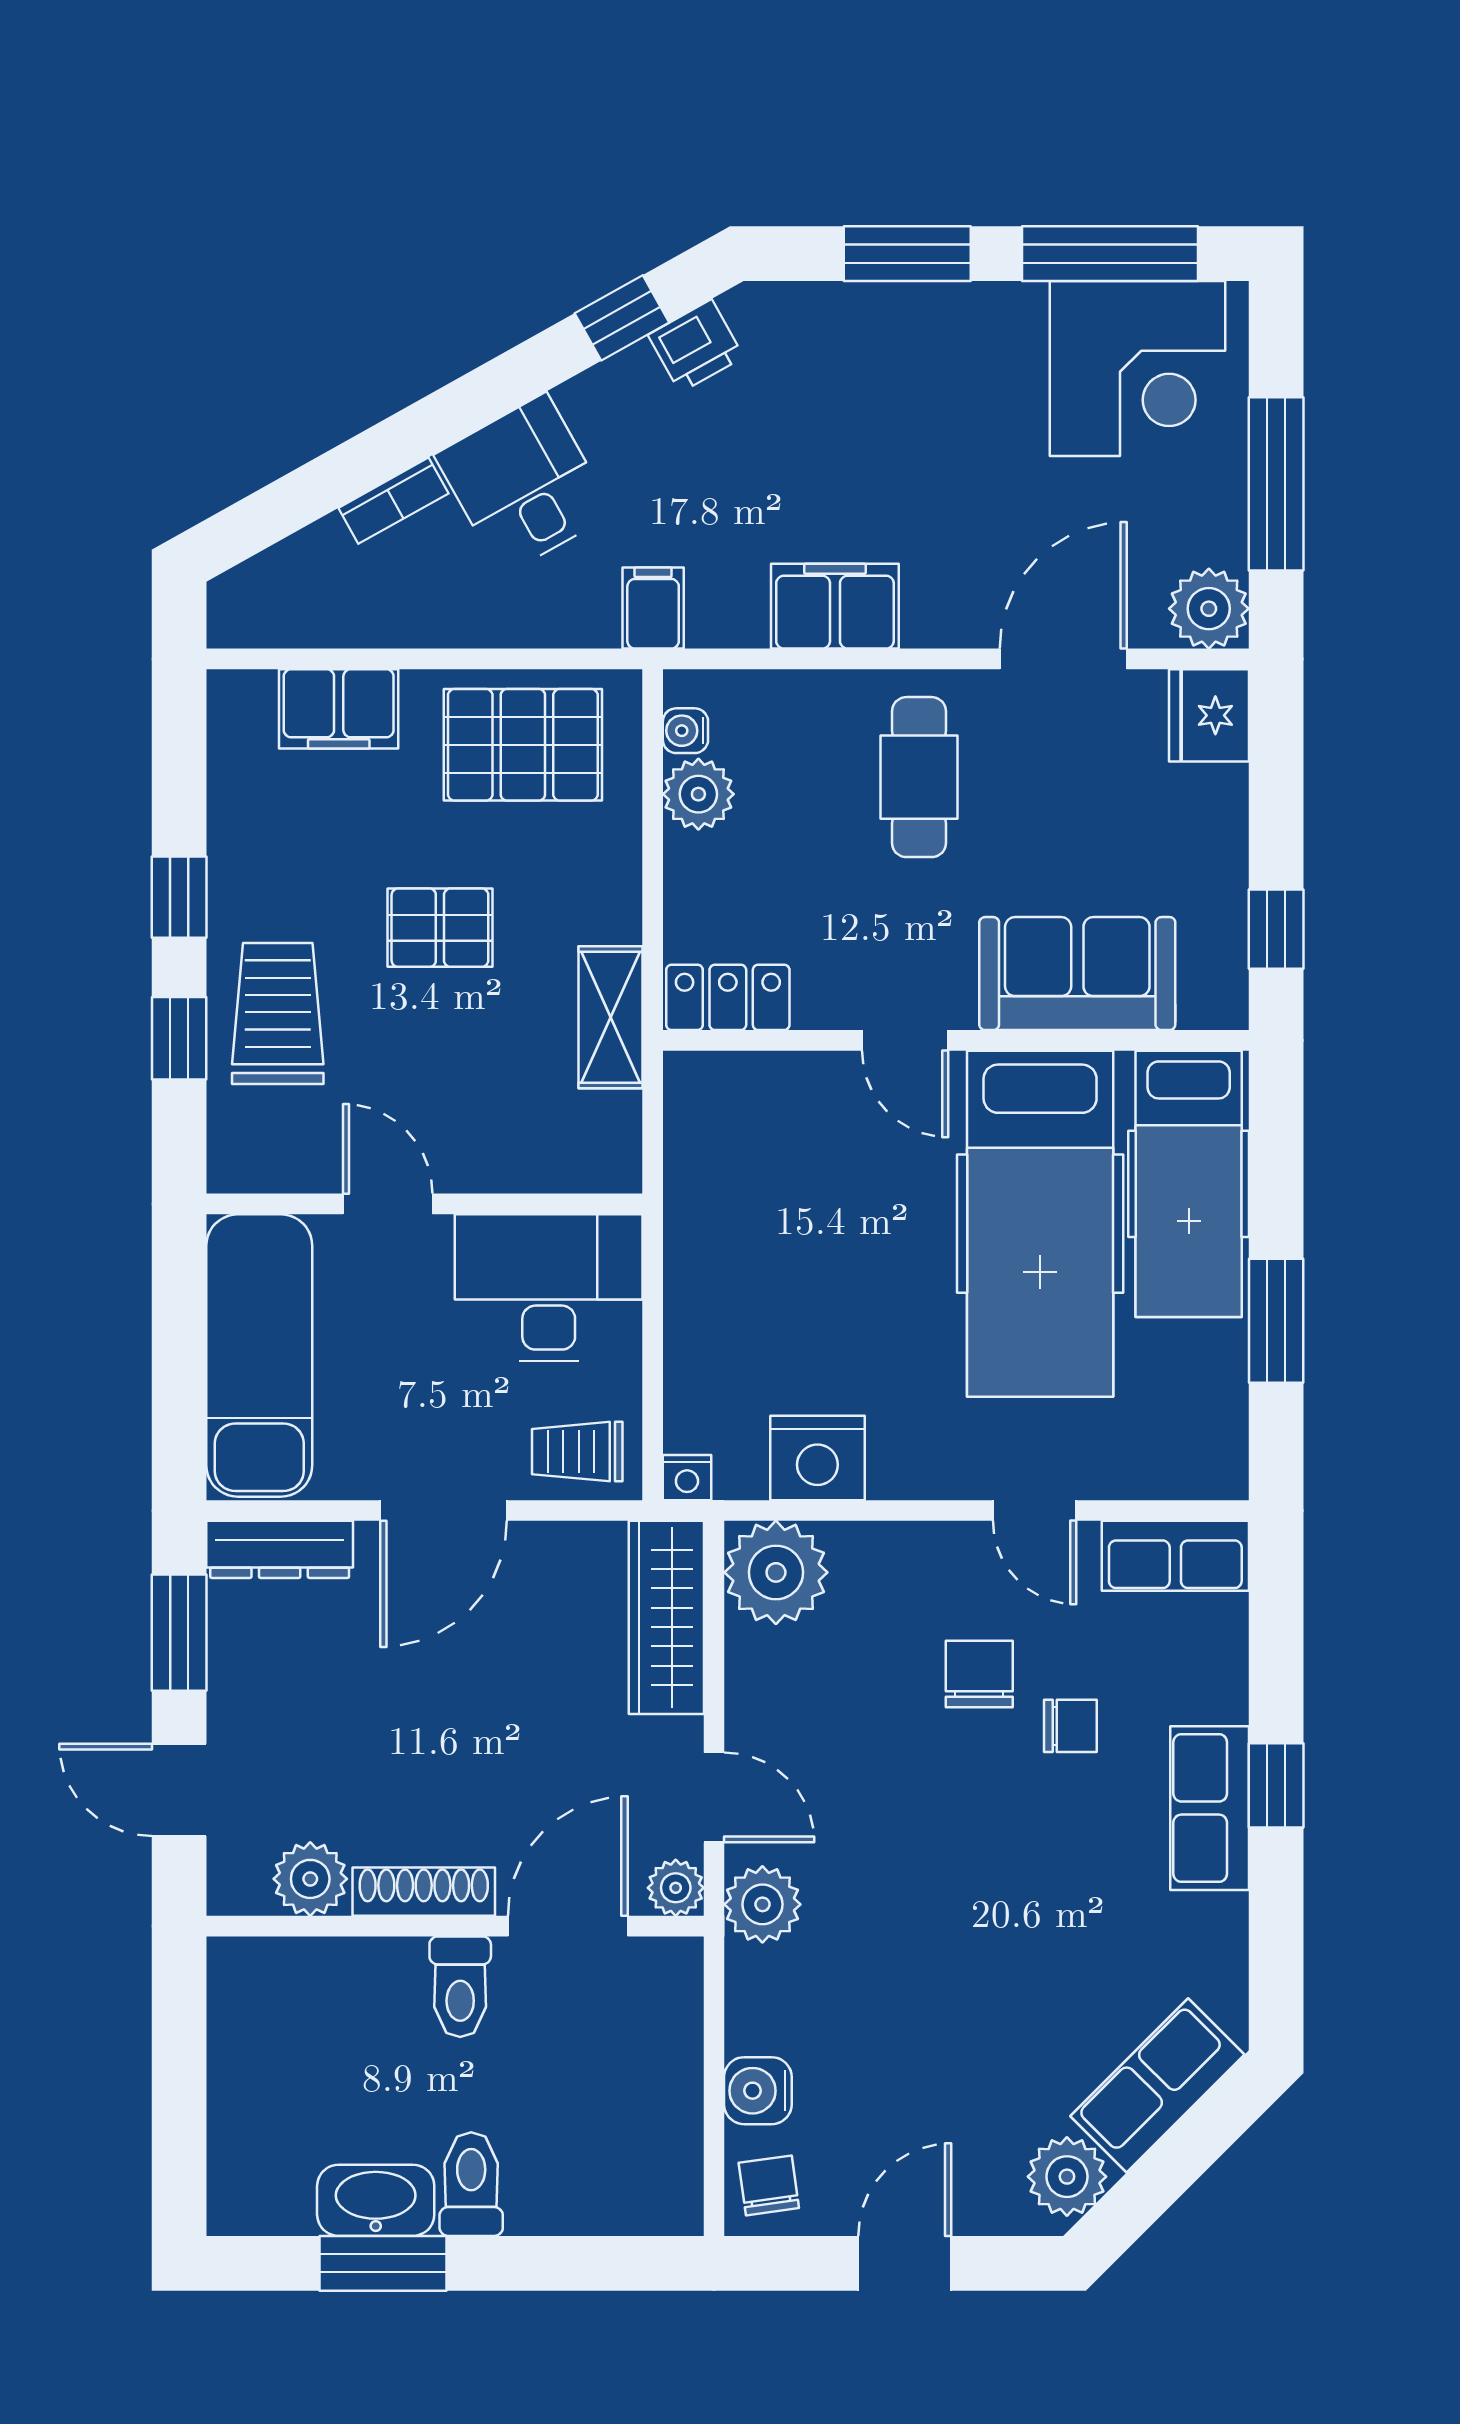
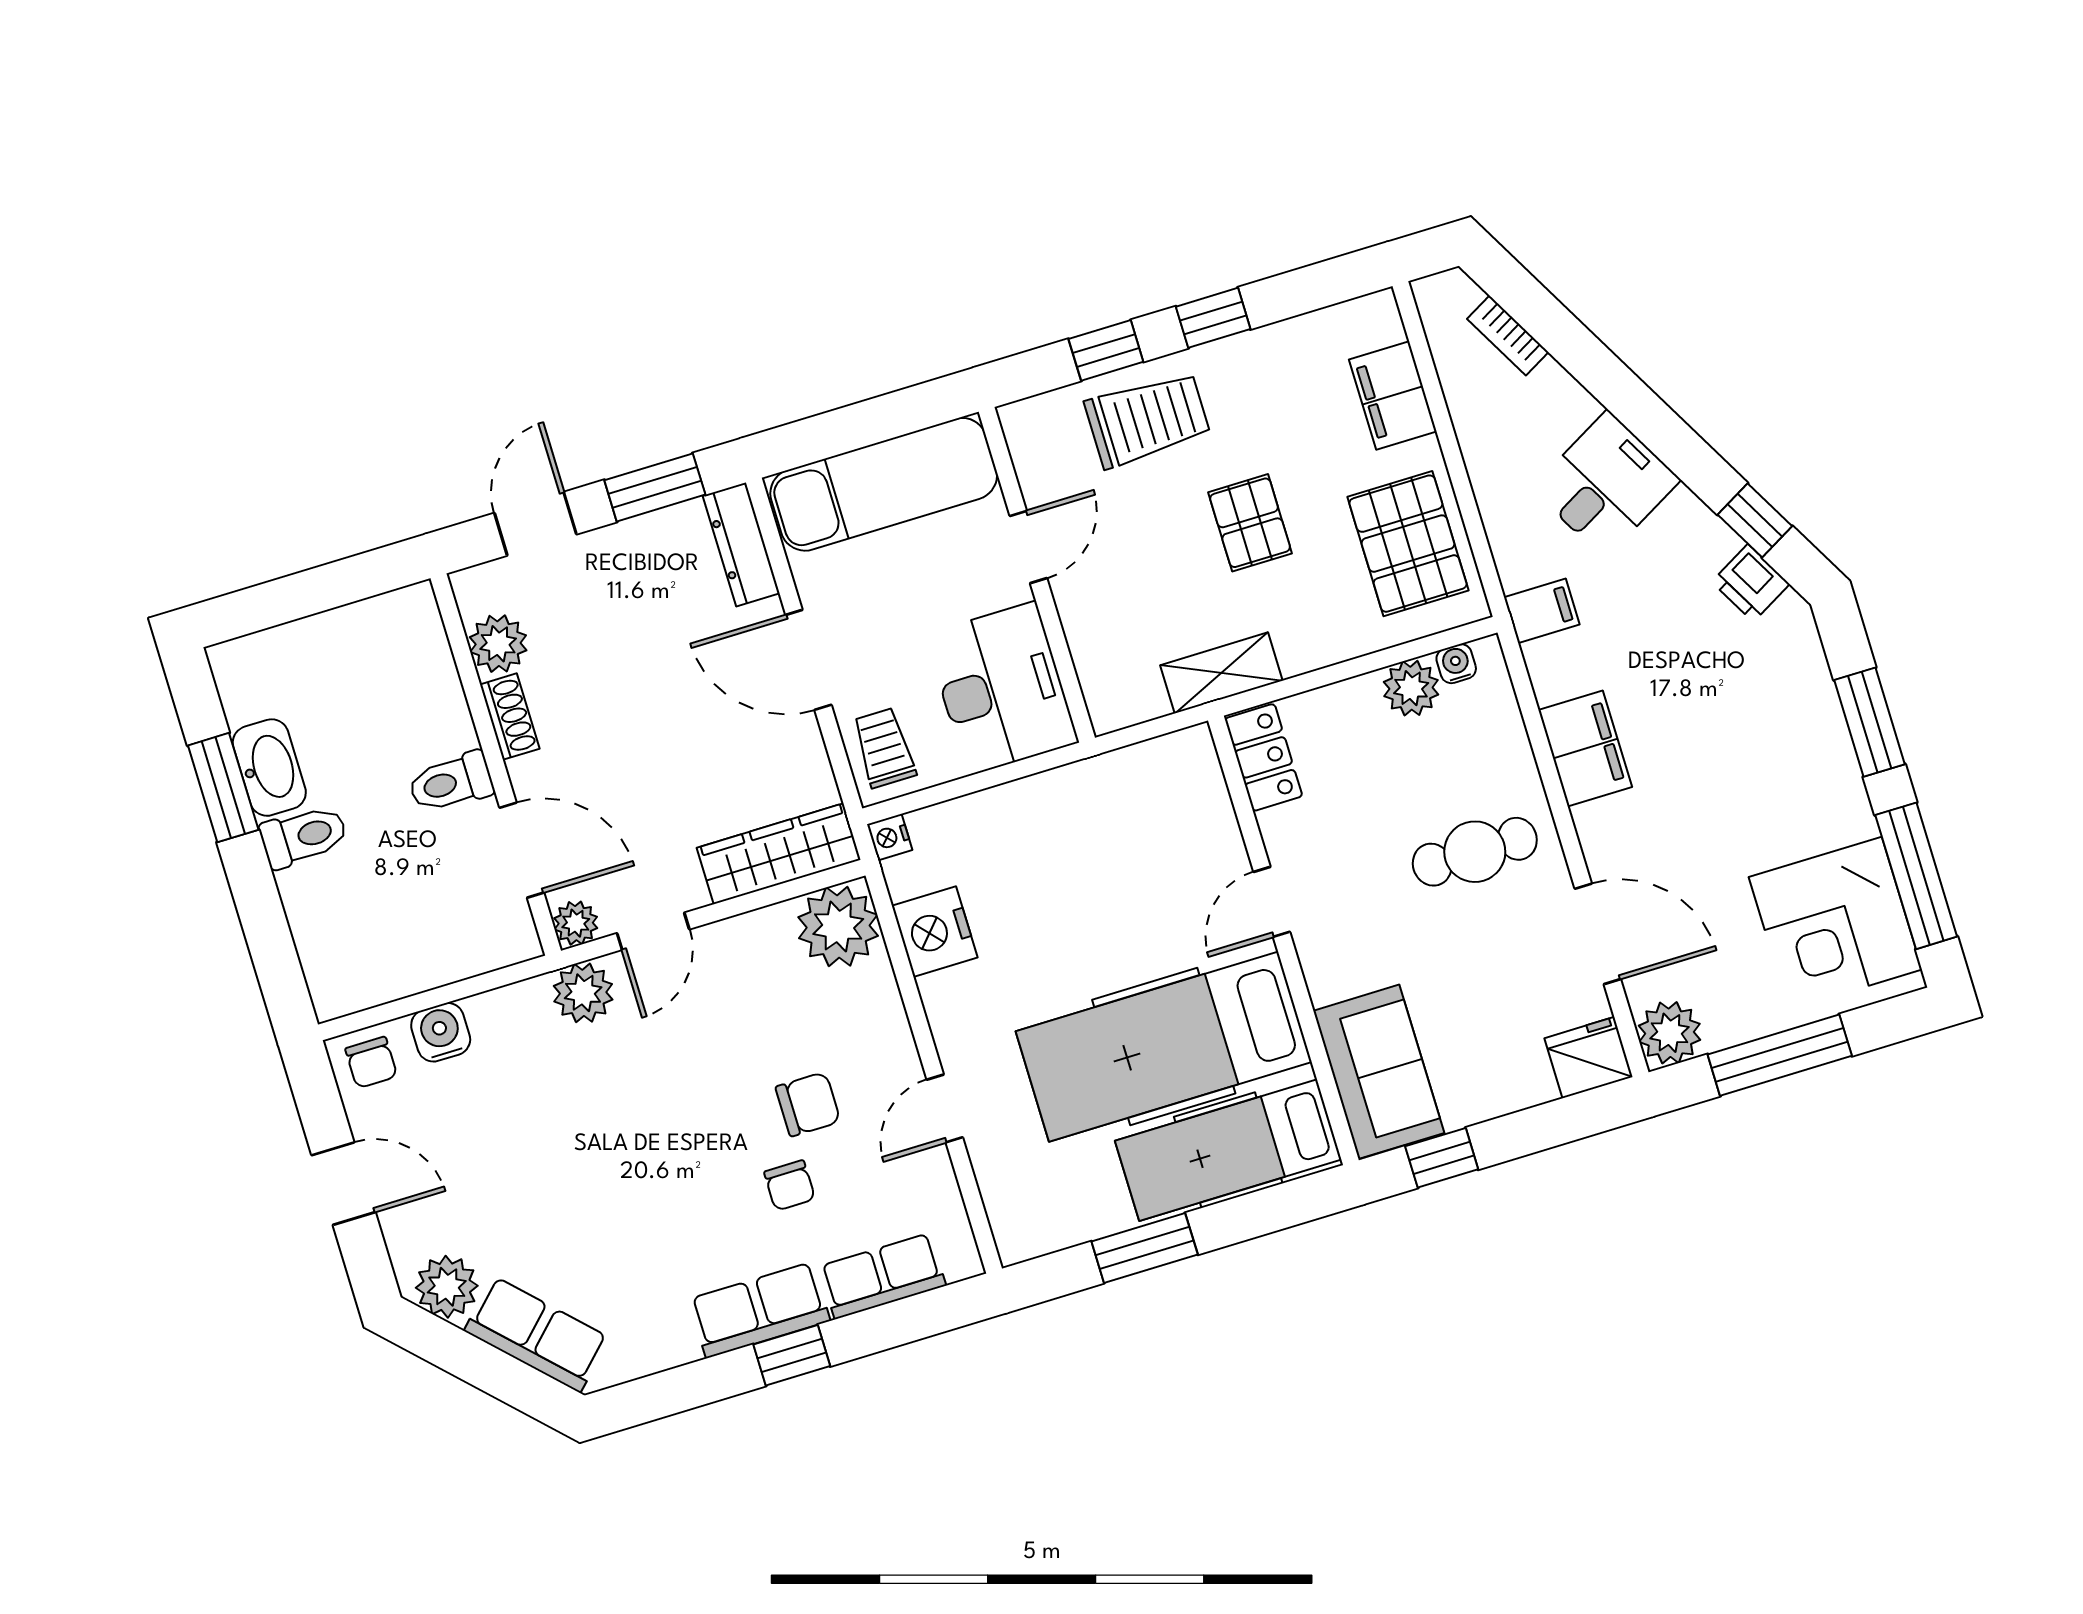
bookcase: (393, 501) -> (1508, 336), moved
sofa: (1077, 974) -> (1379, 1072), moved
row of seats: (1175, 1556) -> (882, 1276), moved, turned 90
shoe rack: (424, 1892) -> (510, 717), width x0.70
chair: (769, 2185) -> (371, 1062), turned 98

